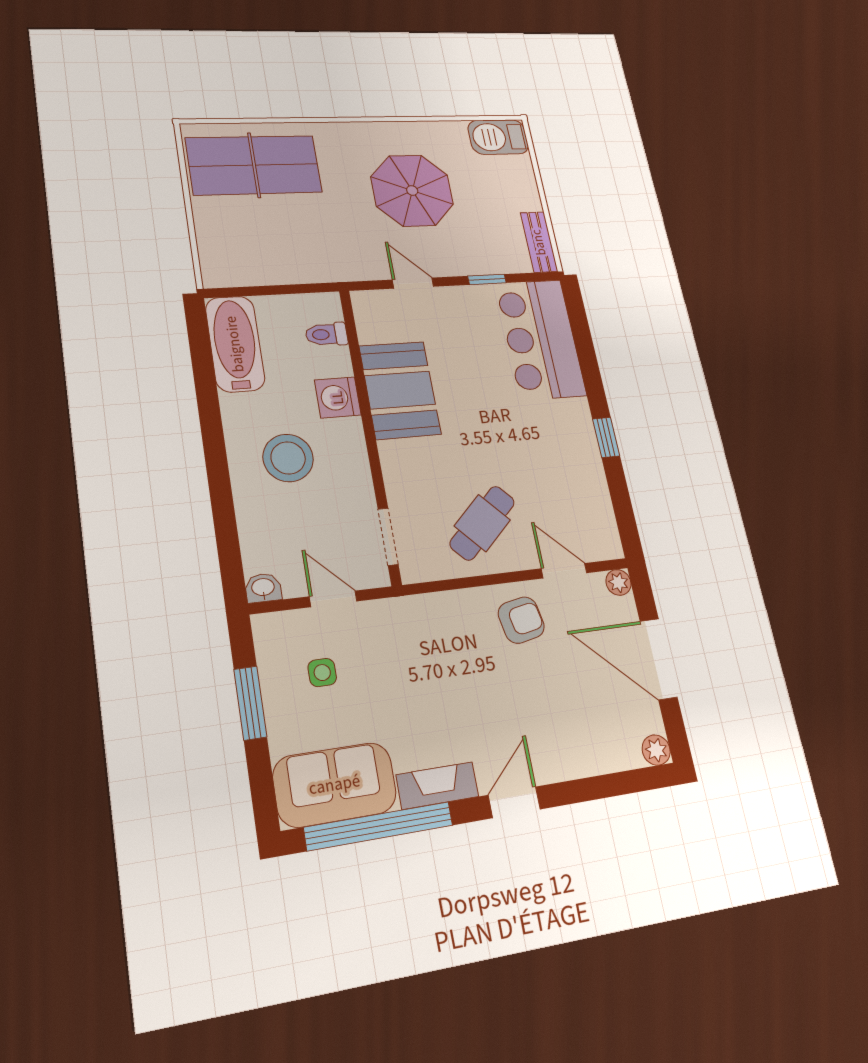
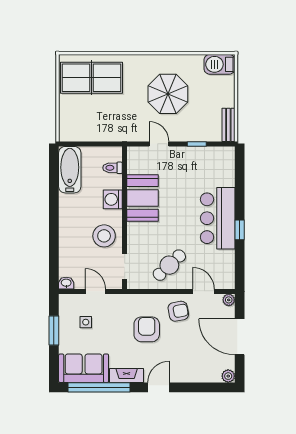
bar counter: (541, 339) -> (218, 218), moved
stool: (288, 458) -> (104, 236), moved
armchair: (462, 670) -> (147, 329), added

